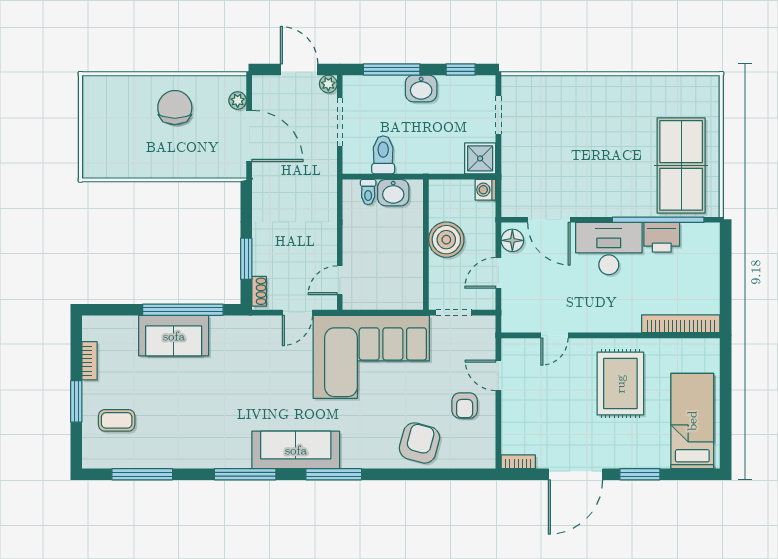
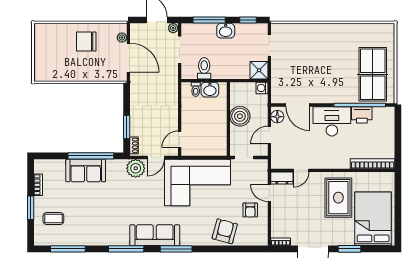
chair: (175, 108) -> (86, 42), turned -90
plant: (262, 332) -> (136, 168), added
dresser: (520, 349) -> (282, 178), added
bed: (692, 421) -> (373, 219), width x1.50

